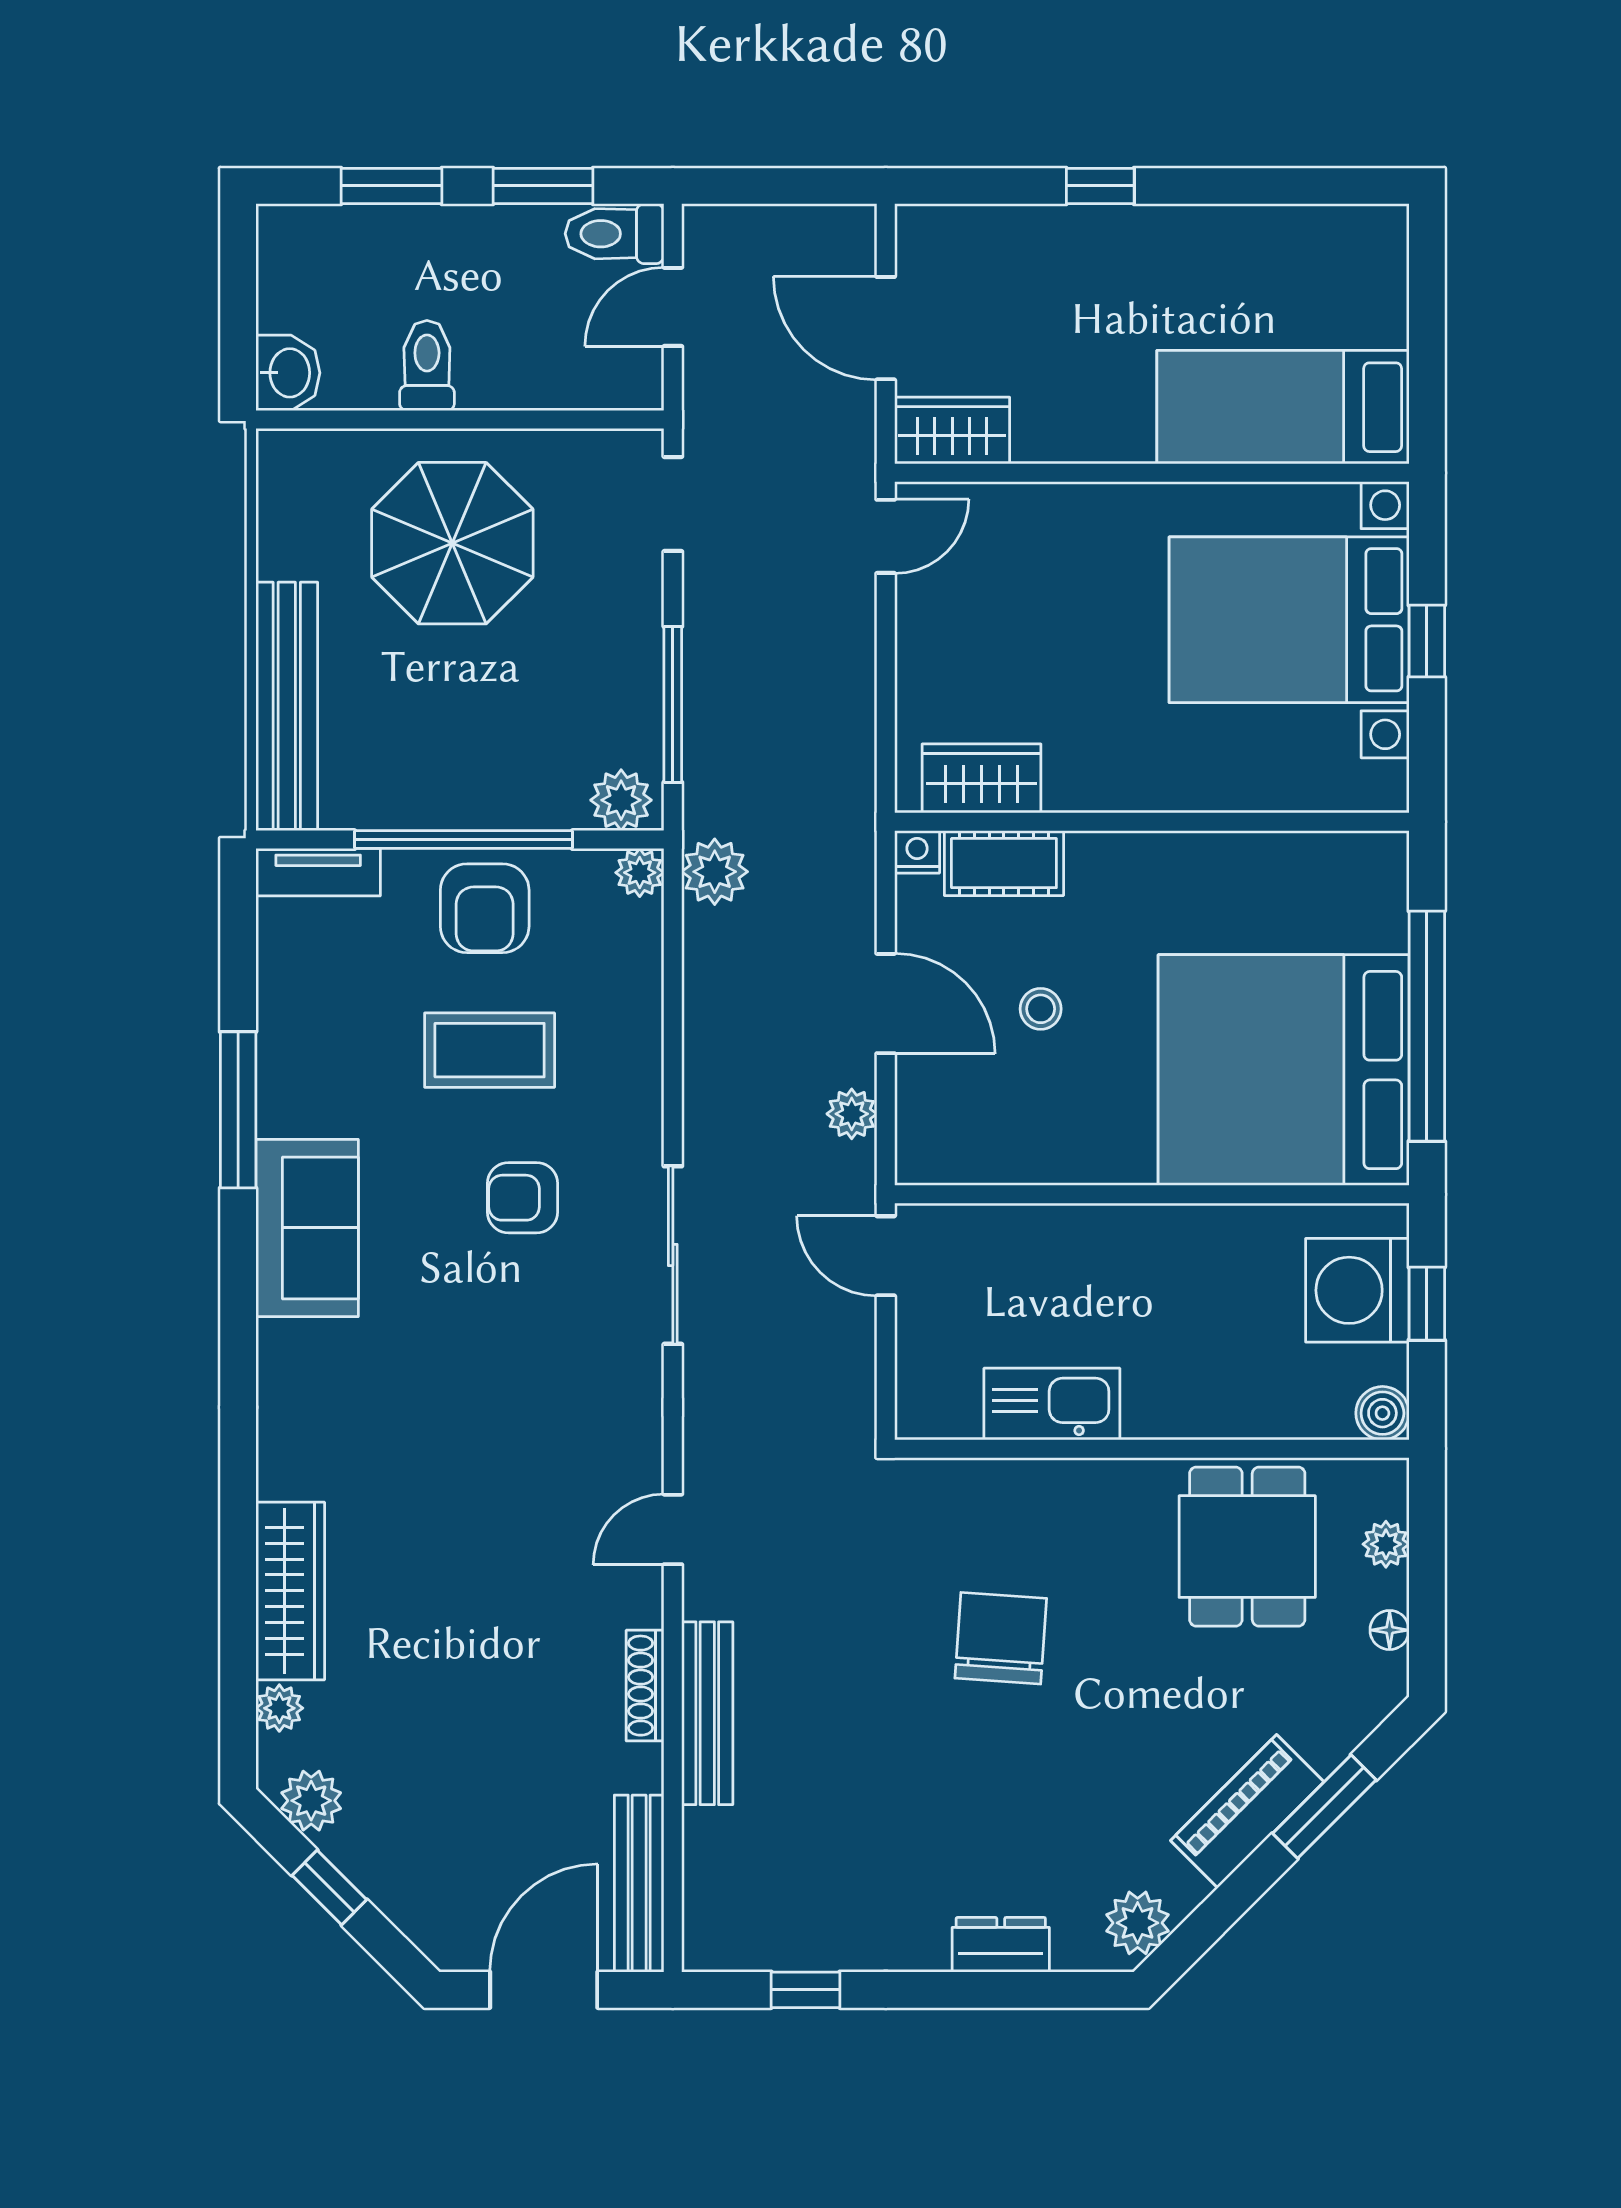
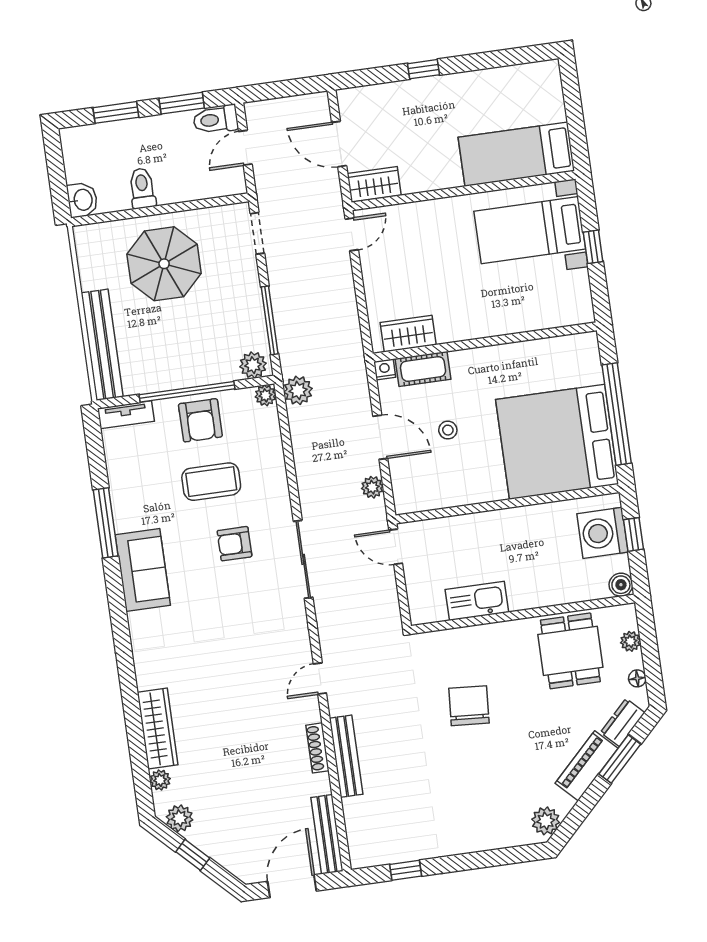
bed with nightstands: (1289, 620) -> (530, 230), width x0.73
dresser: (1001, 1945) -> (623, 722), moved, turned -45

